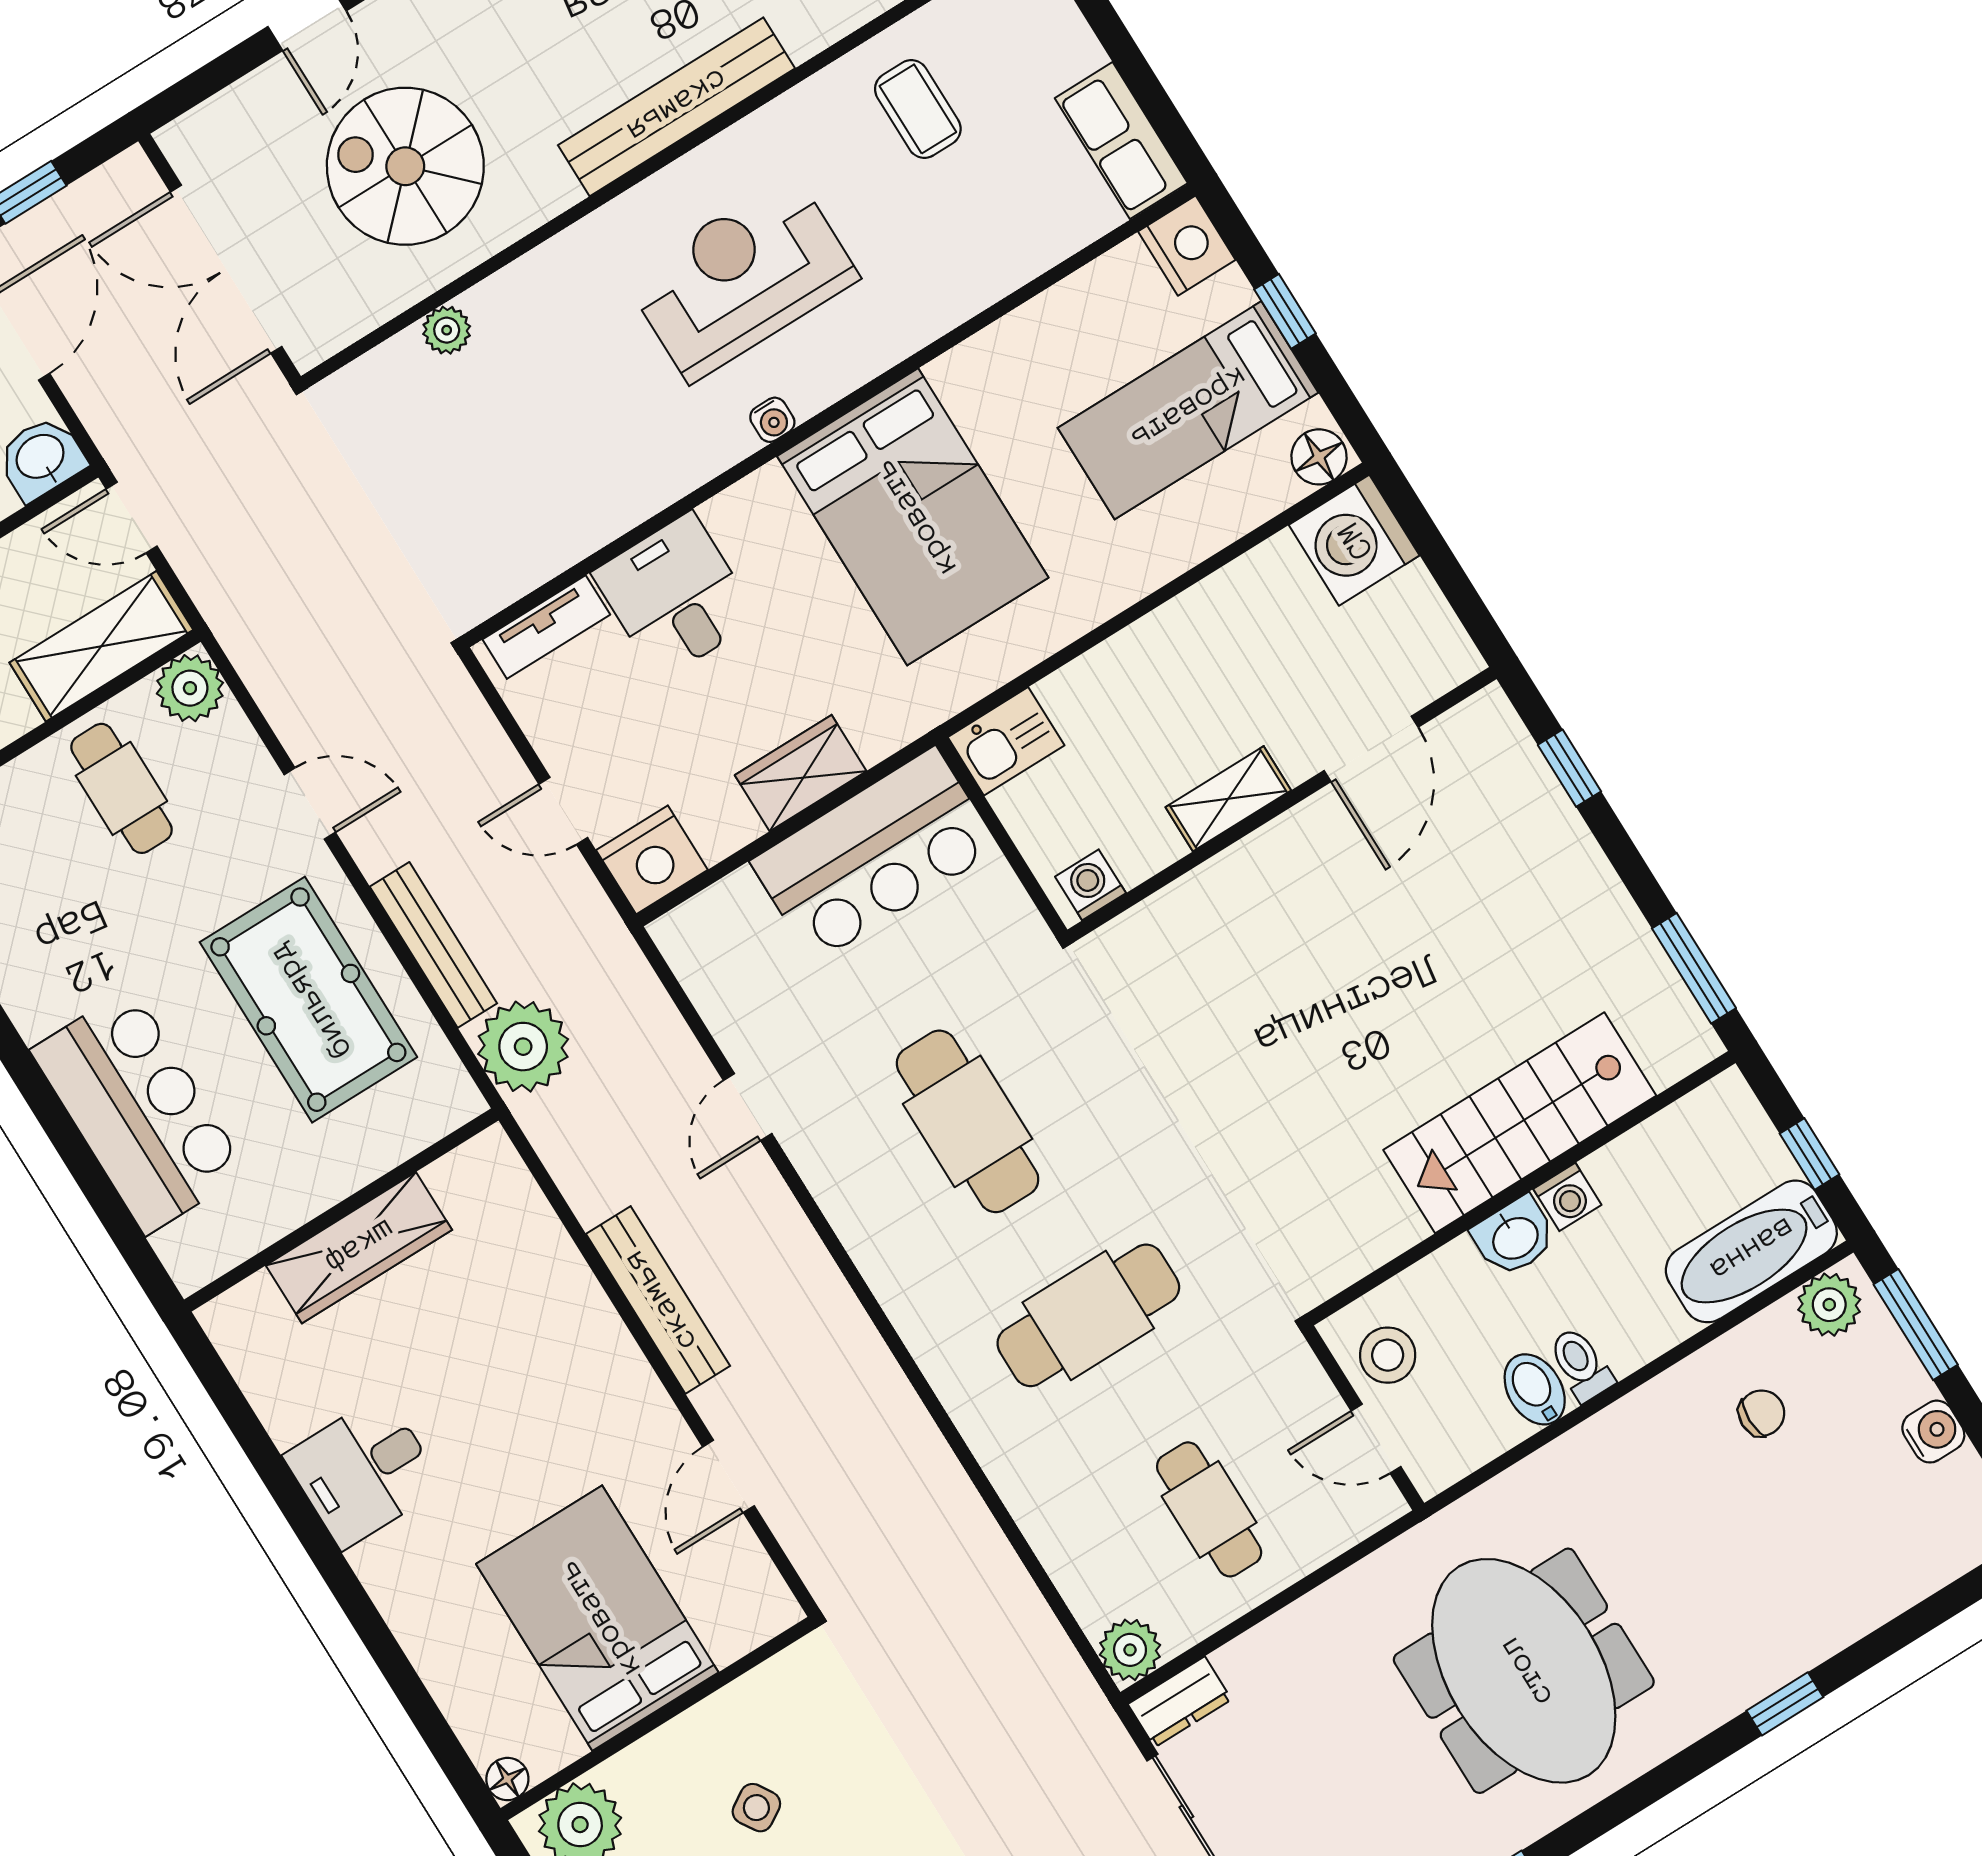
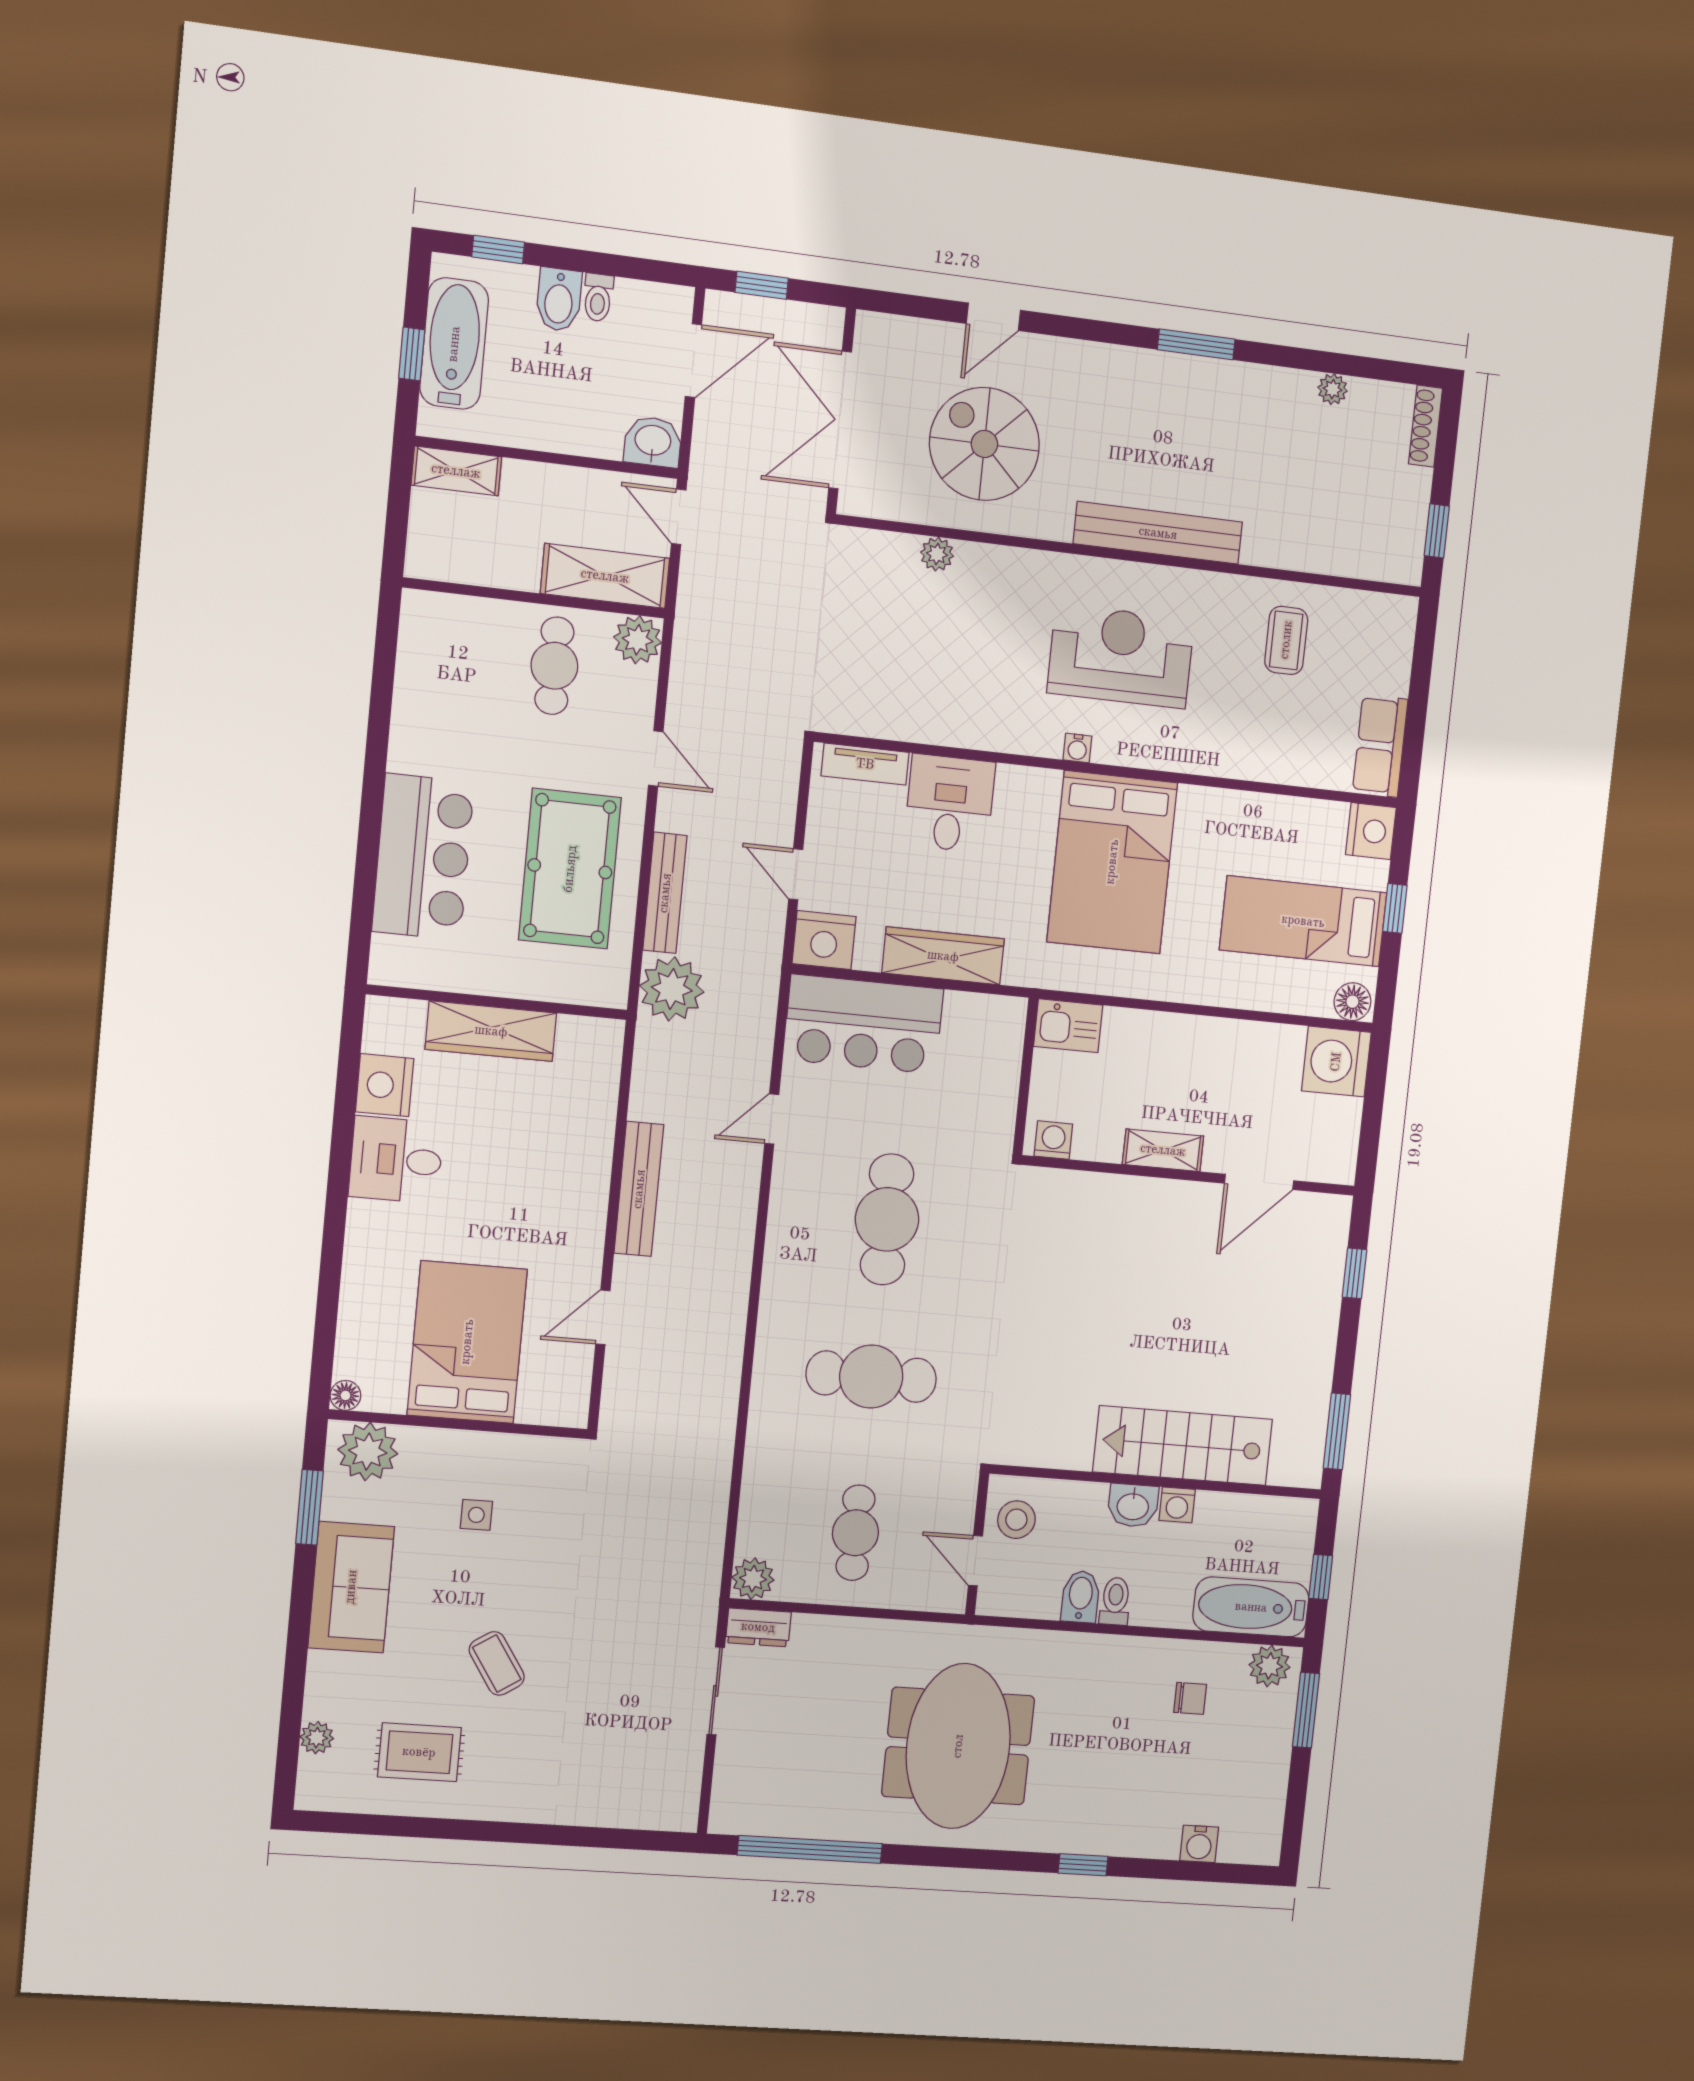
wardrobe: (801, 773) -> (943, 956), width x1.50
bar counter: (874, 855) -> (863, 1024), moved
nightstand: (288, 1397) -> (385, 1085), added
water cooler: (1933, 1432) -> (1199, 1844), moved, turned 90
side table: (756, 1808) -> (476, 1515), turned 32

